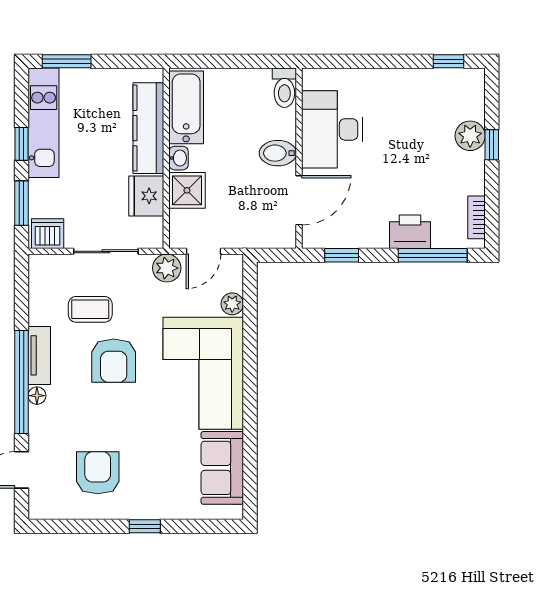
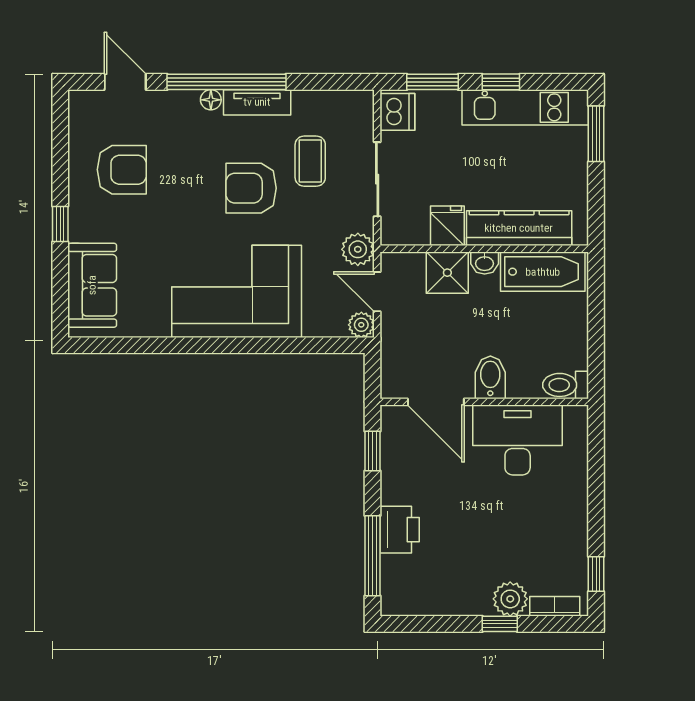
fridge: (146, 196) -> (447, 226), width x0.72
bookcase: (476, 217) -> (555, 606), moved
plant: (232, 304) -> (361, 325), moved
sofa: (222, 468) -> (92, 285), moved, turned 90

